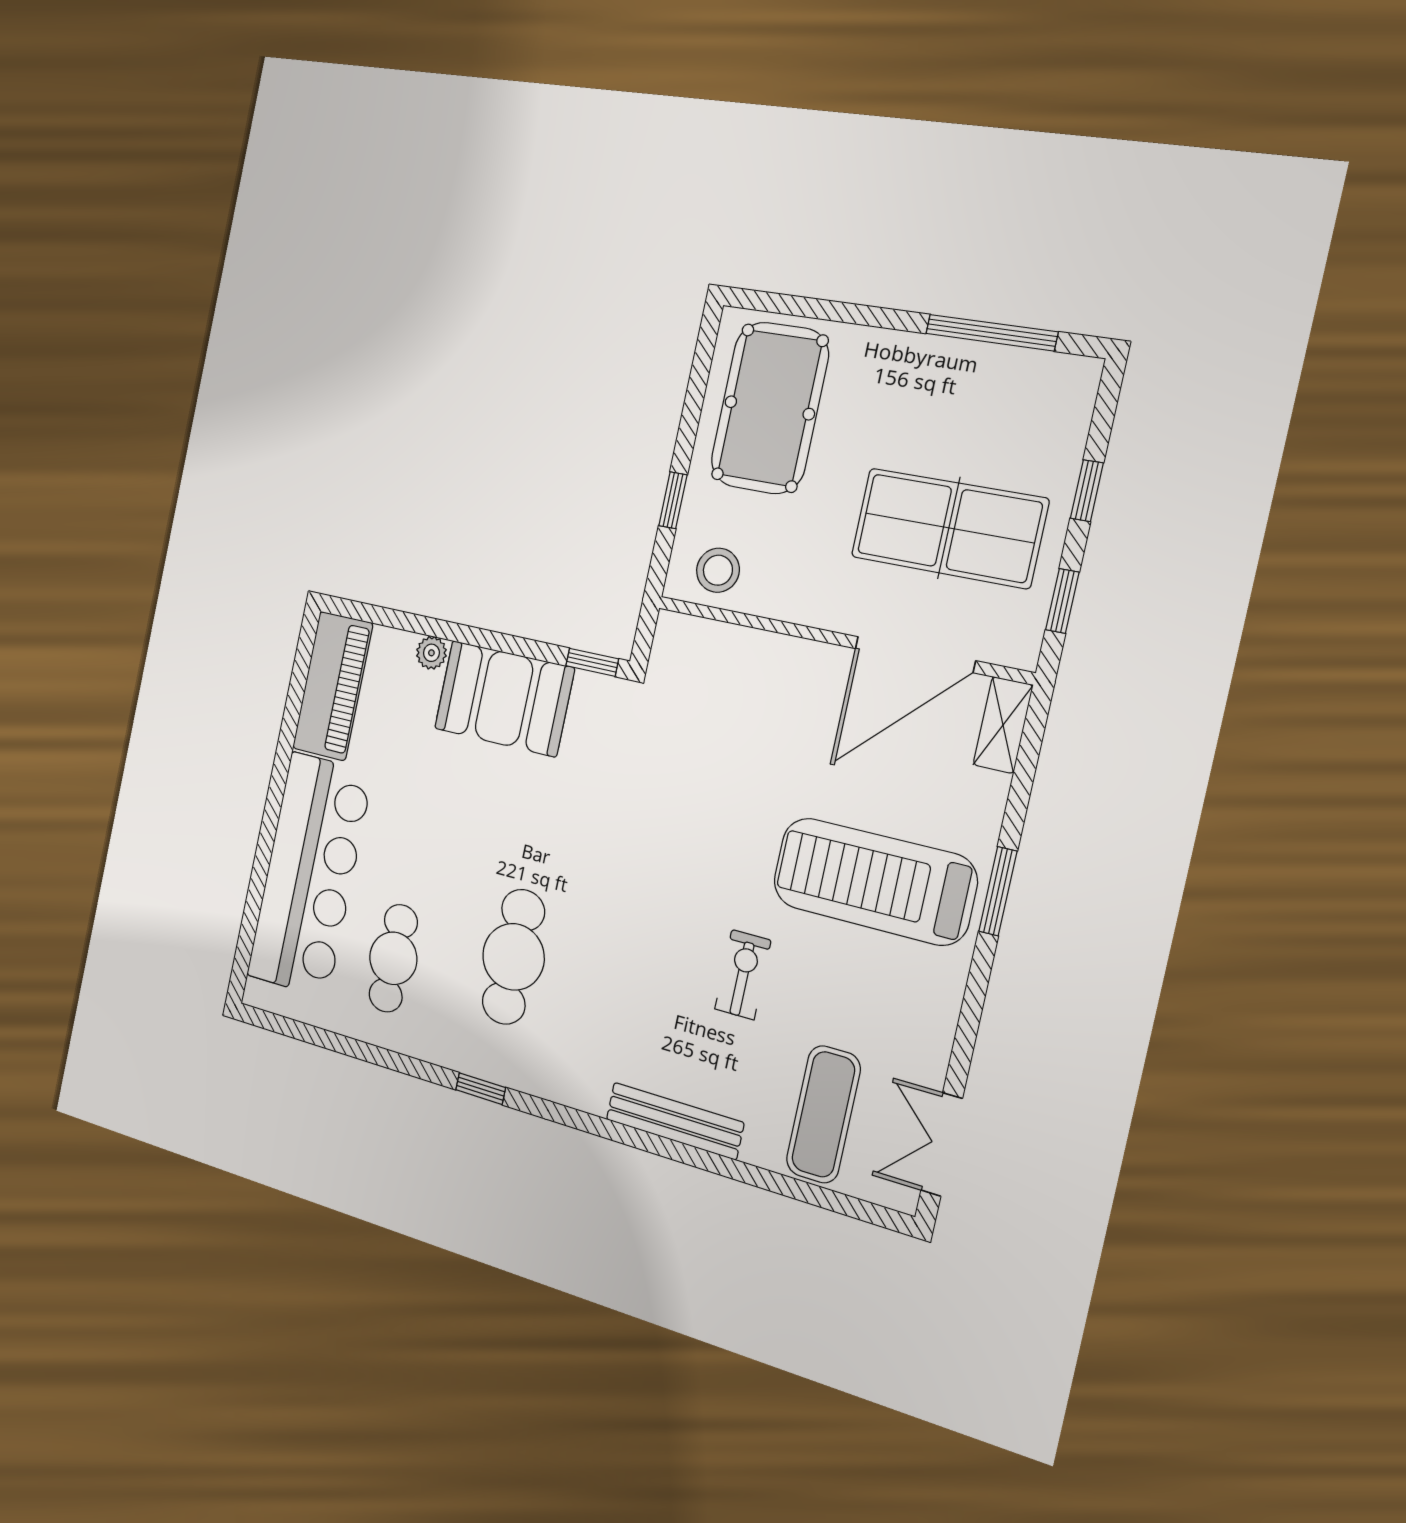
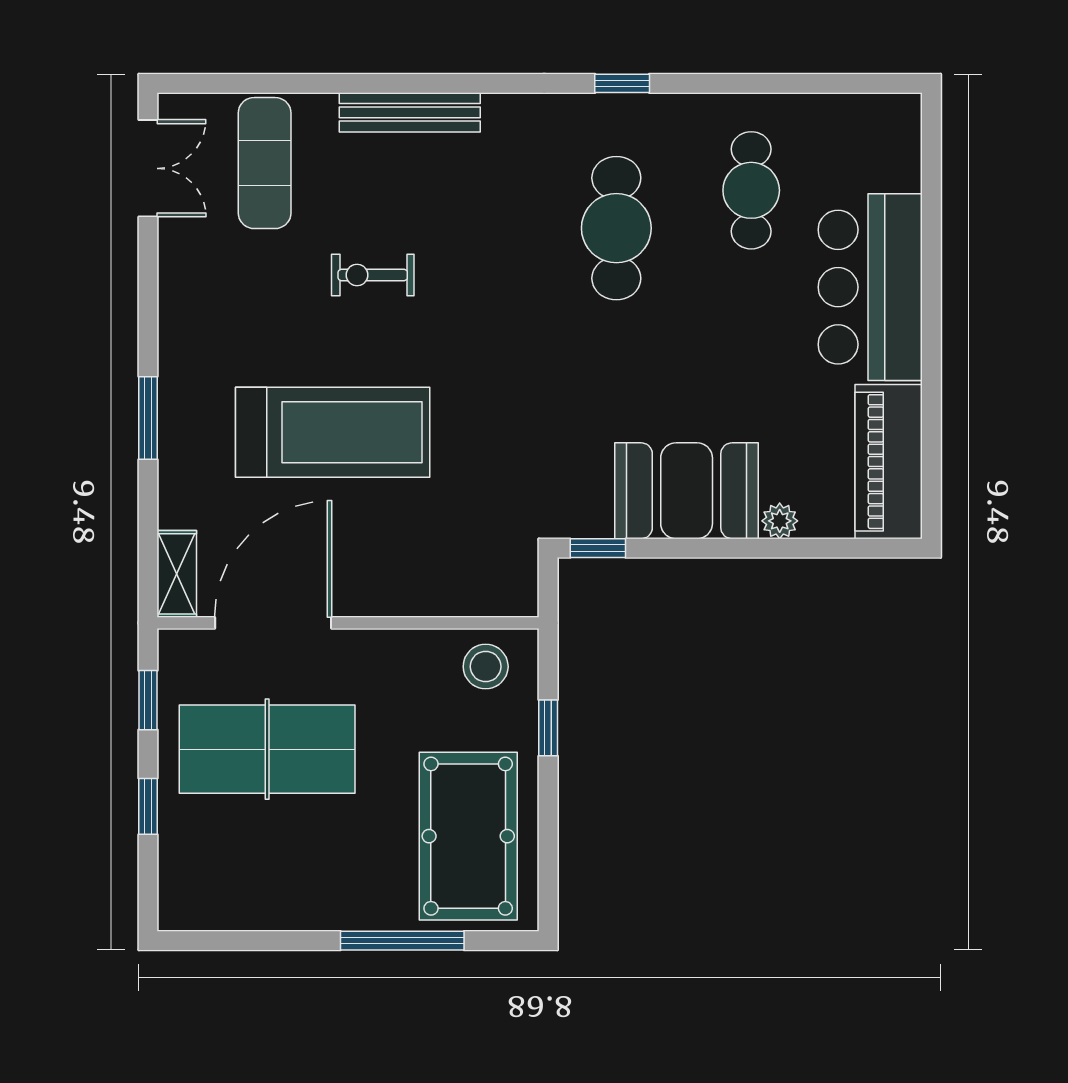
window: (991, 333) -> (402, 941), moved
bar counter: (309, 875) -> (870, 287), width x0.73
treadmill: (874, 881) -> (333, 432), moved
exercise bike: (743, 975) -> (373, 275), turned 90

